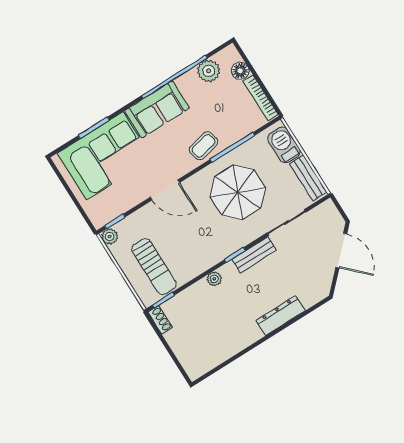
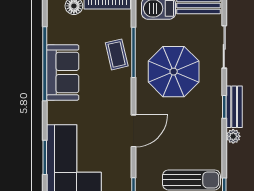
plant: (209, 71) -> (58, 32), removed
sofa: (157, 109) -> (63, 72), moved
coffee table: (204, 146) -> (117, 54), moved
bench: (254, 255) -> (234, 107), moved

